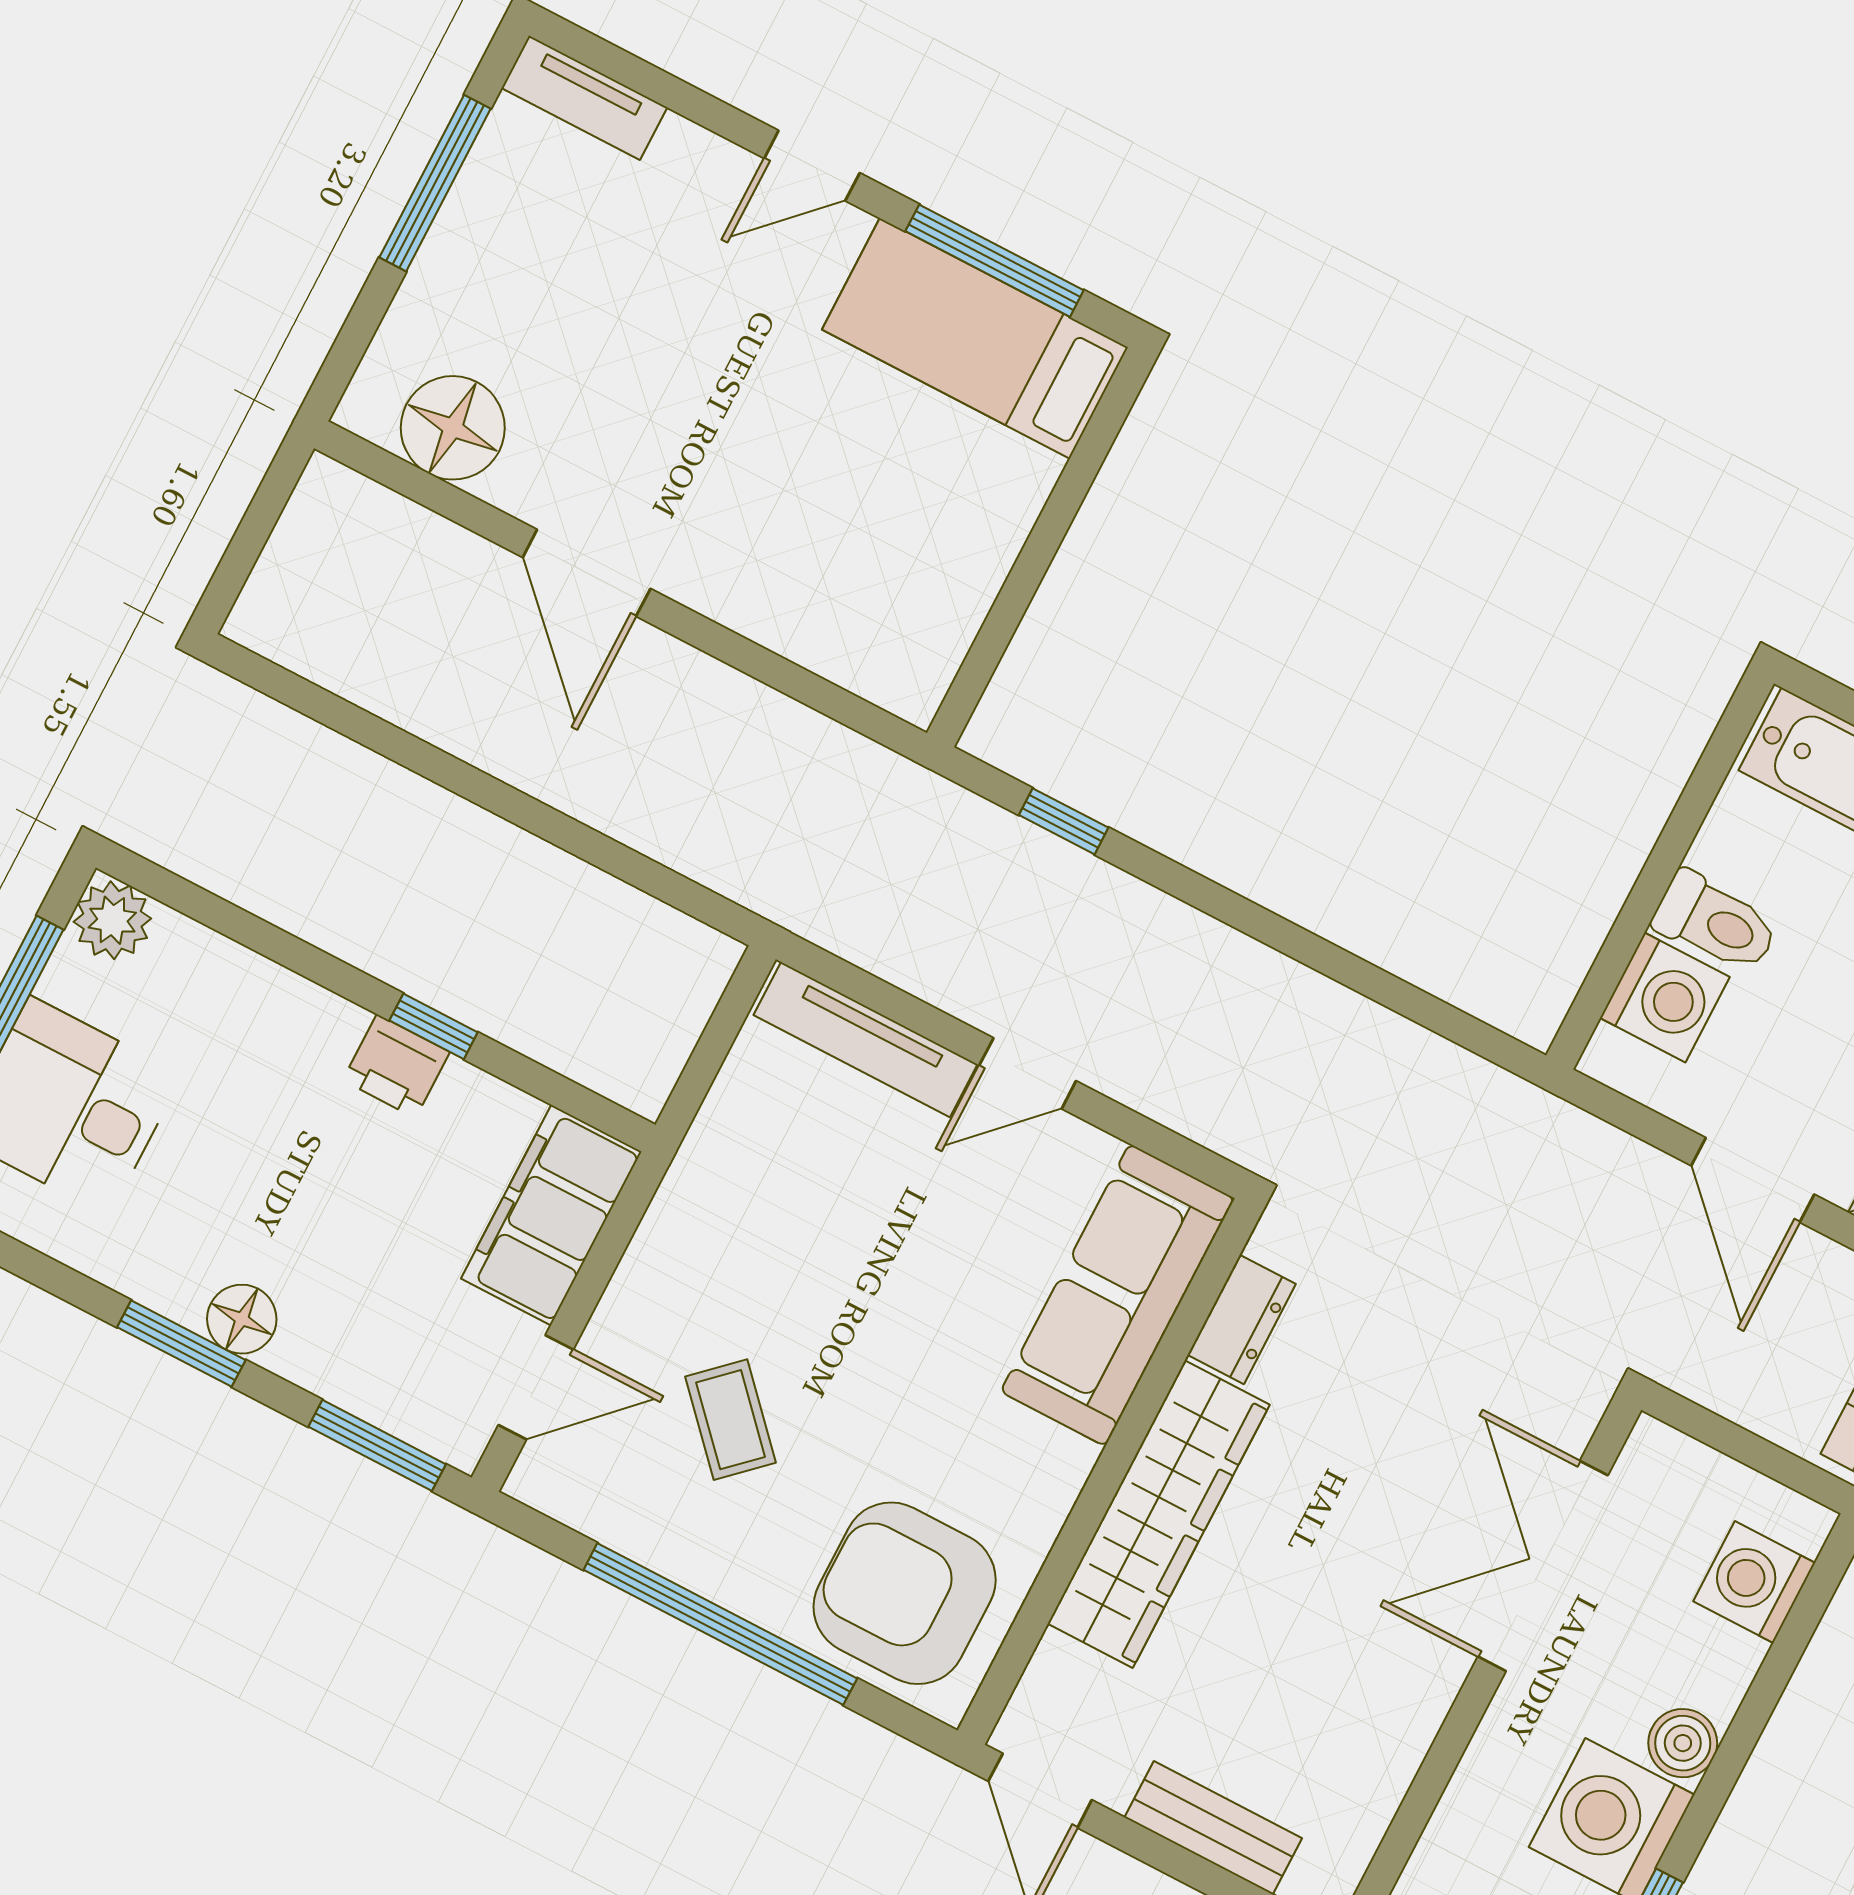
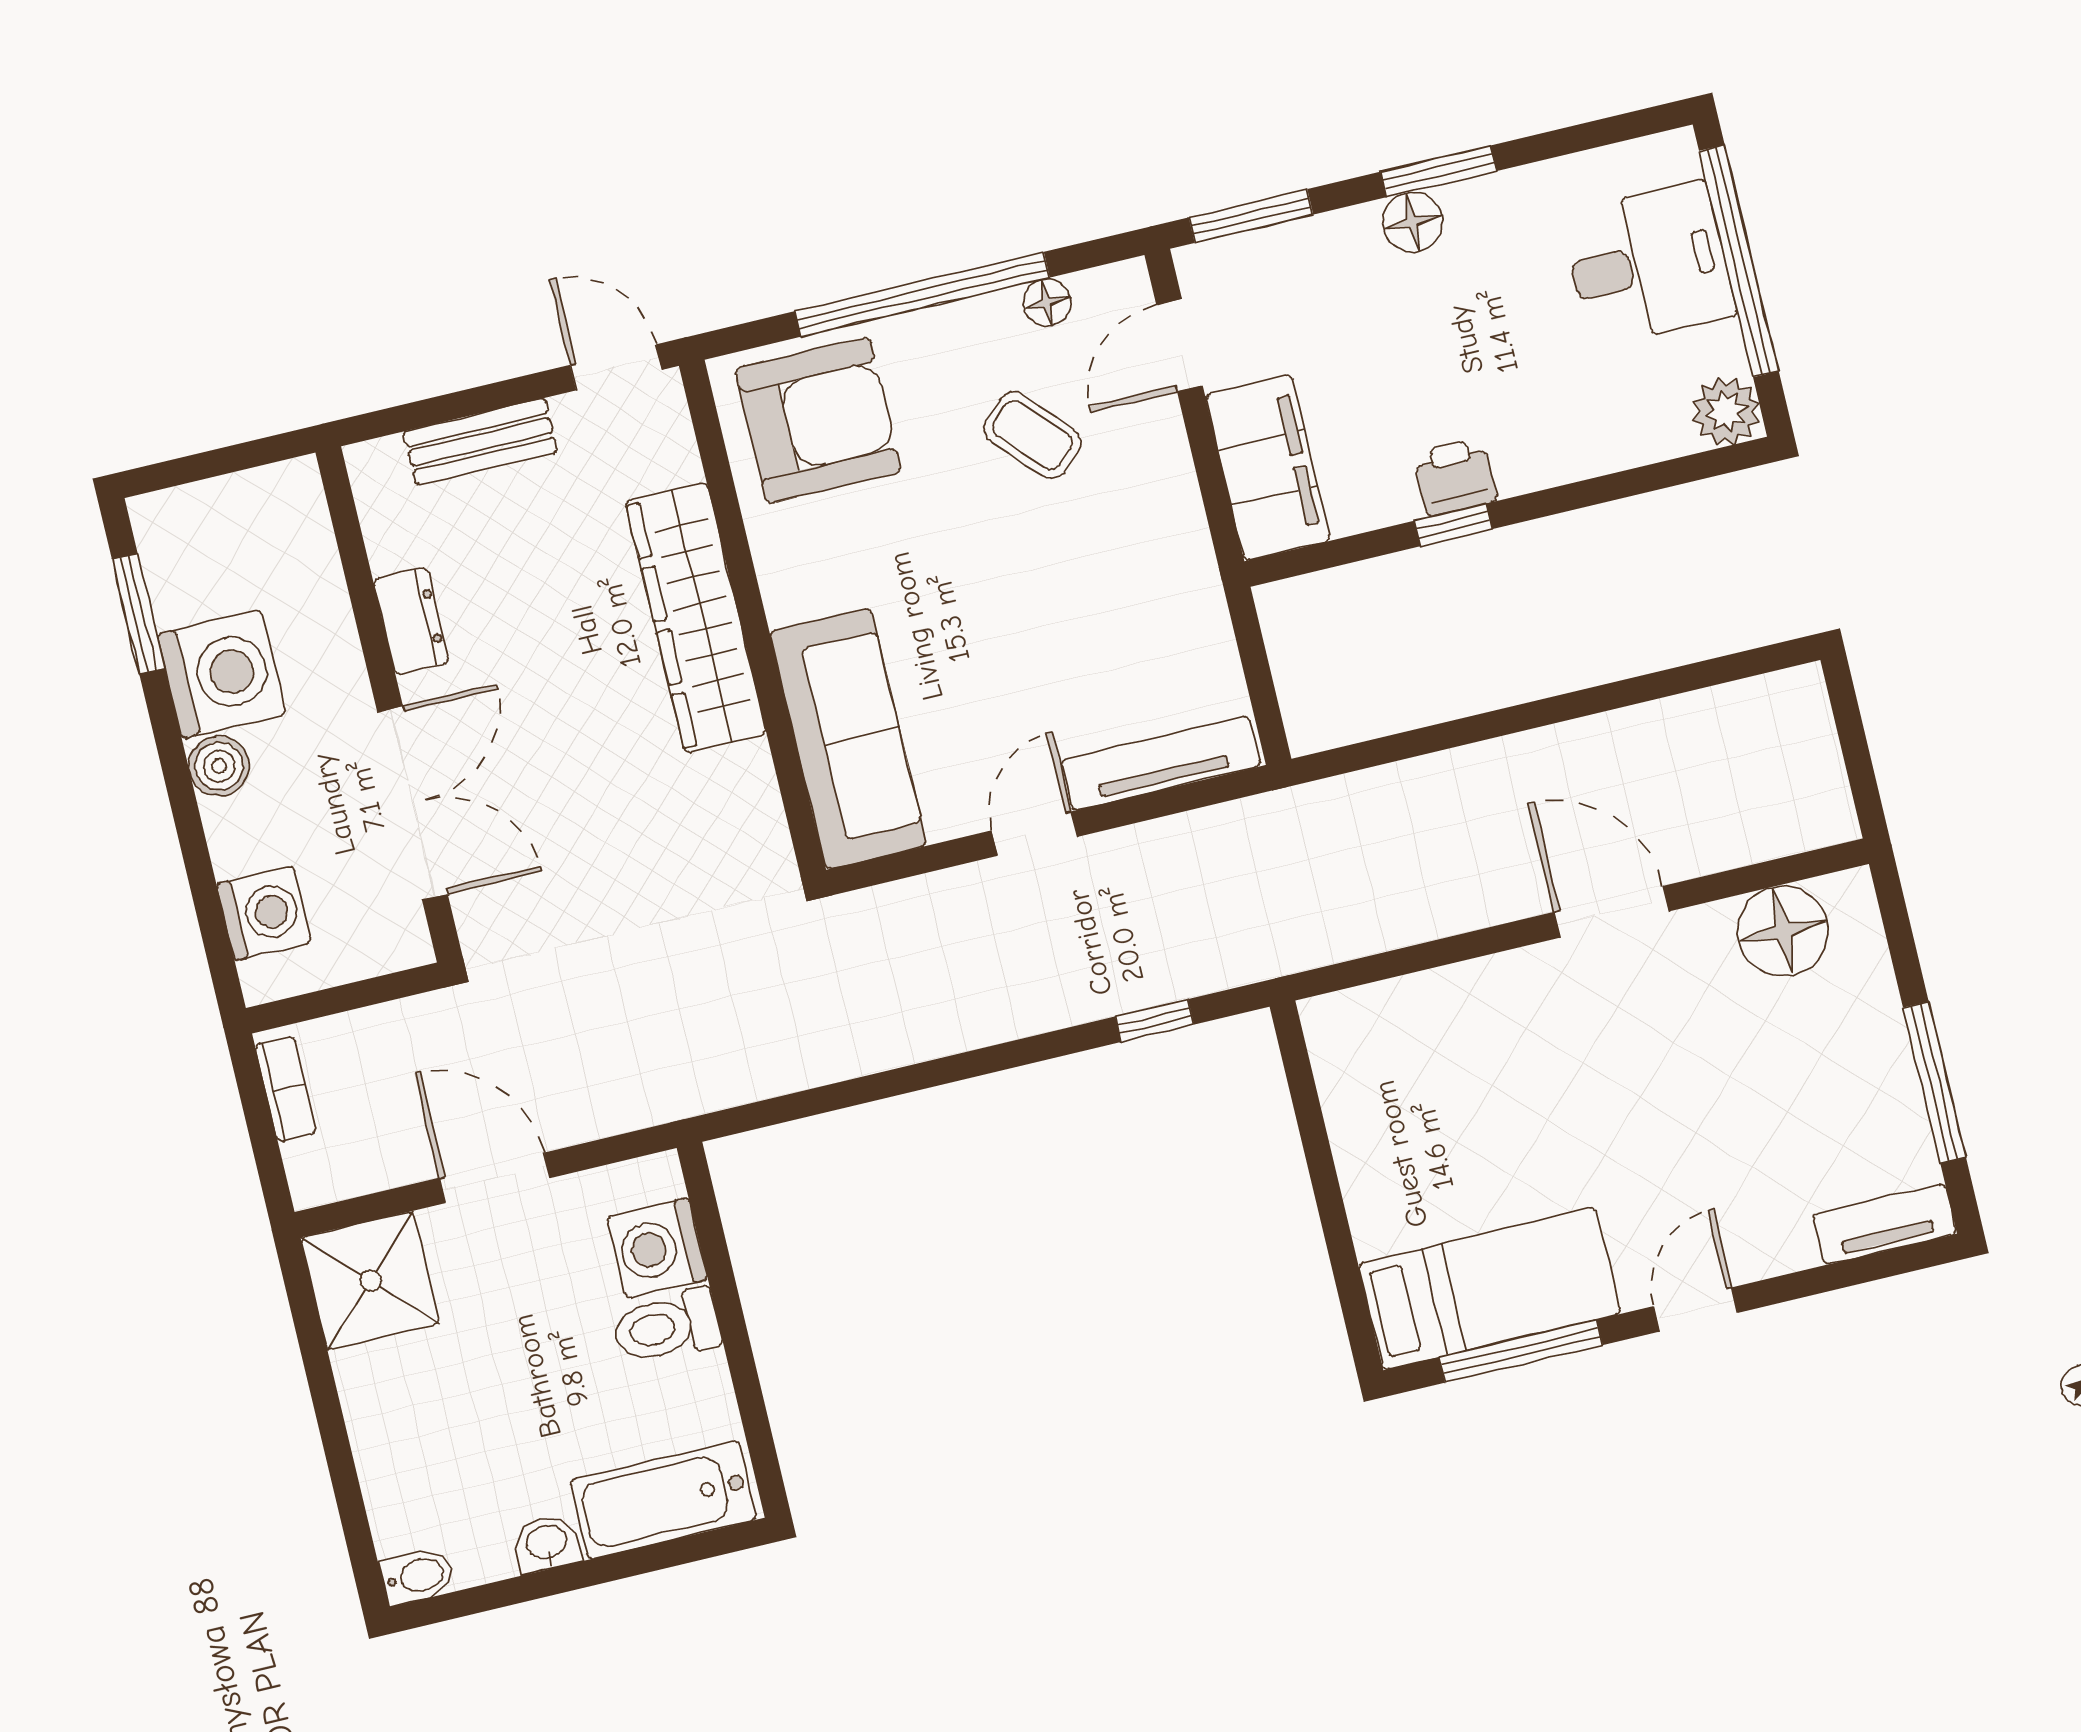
dresser: (1242, 1319) -> (411, 621), moved, turned 180
floor lamp: (618, 1523) -> (1047, 303), added

